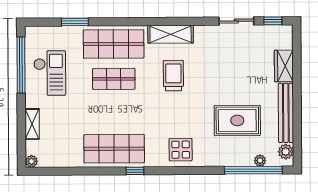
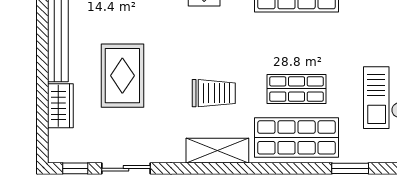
trolley: (173, 76) -> (214, 93), turned -90
rug: (237, 120) -> (122, 76), moved, turned 90

